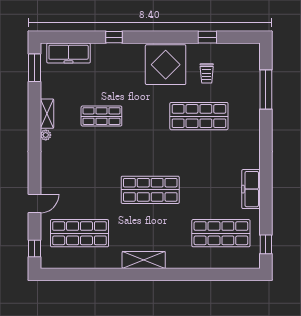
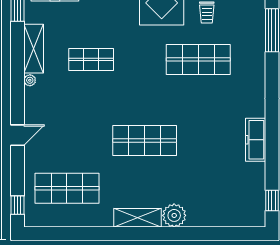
shelving: (47, 114) -> (34, 49), width x1.50, depth x1.33
door: (34, 203) -> (17, 135), moved
shop shelf: (221, 233) -> (222, 188), removed
plant: (177, 258) -> (174, 215), added

